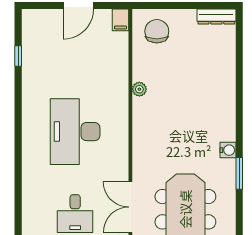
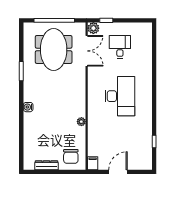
dresser: (216, 17) -> (46, 165), moved
water cooler: (228, 150) -> (28, 107), moved

